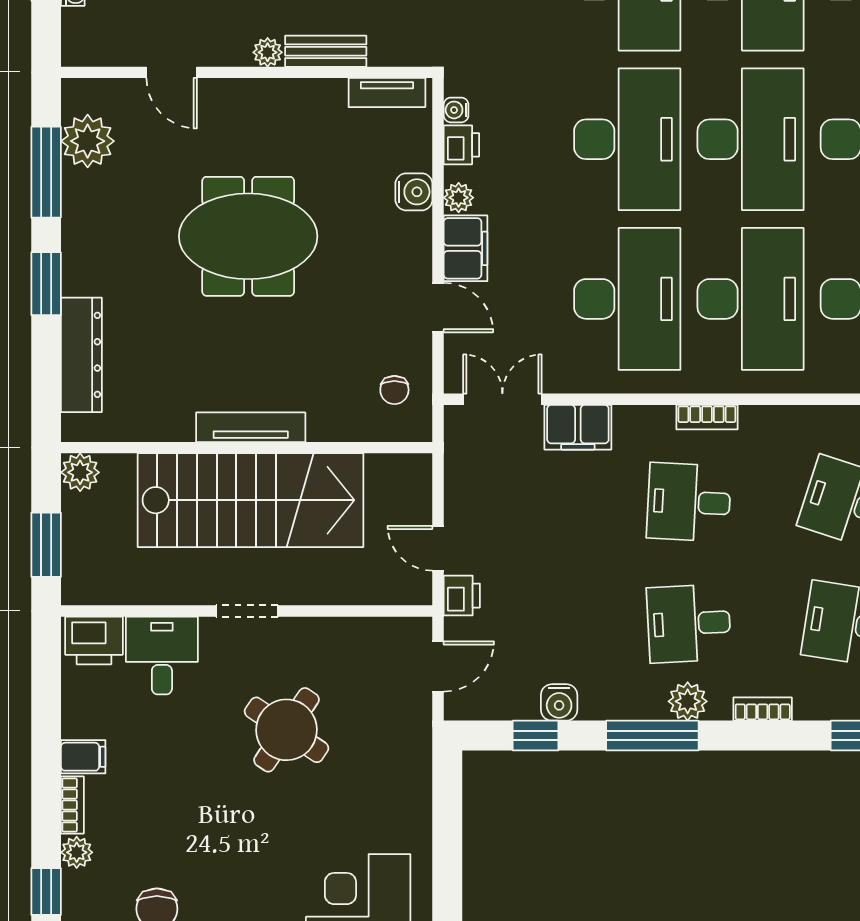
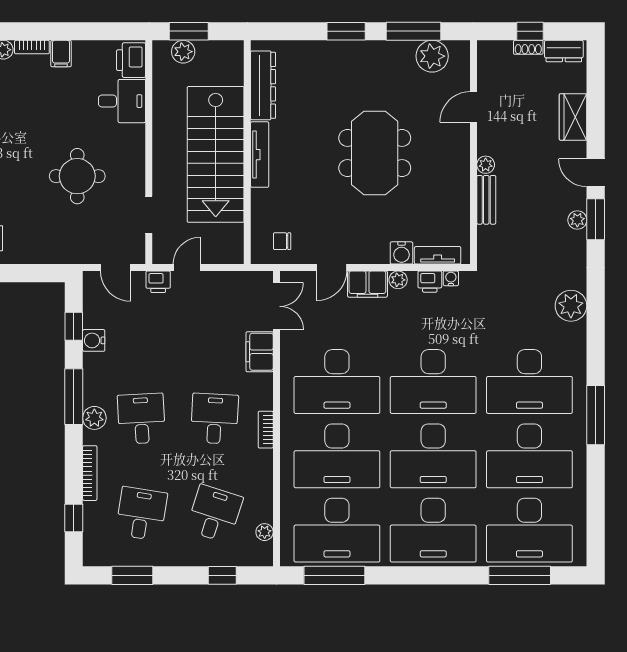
tv unit: (387, 93) -> (438, 255), moved, turned 90
dresser: (81, 355) -> (263, 85), moved, turned -90
plant: (80, 472) -> (183, 52), moved
doorway: (247, 611) -> (149, 215), moved
bookcase: (763, 709) -> (90, 473), width x1.56
round table: (287, 730) -> (77, 176), turned -34

